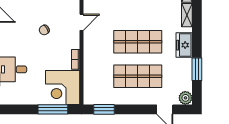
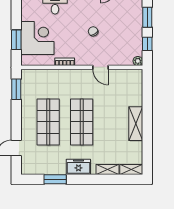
corner desk: (63, 87) -> (37, 38), moved, turned 90
plant: (185, 98) -> (27, 168), removed
window: (53, 109) -> (16, 40), width x0.69

